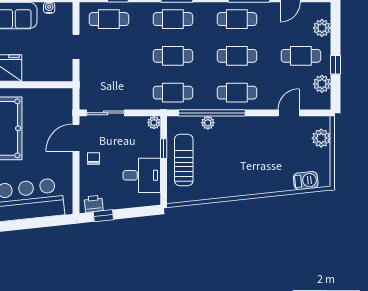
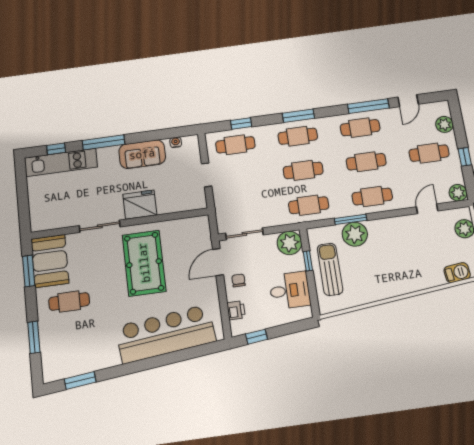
plant: (322, 84) -> (458, 193), moved
window: (212, 113) -> (351, 219), width x0.47
plant: (154, 123) -> (289, 243), width x1.87, depth x1.87
plant: (208, 123) -> (355, 234), width x1.87, depth x1.87
printer: (94, 204) -> (236, 310), moved, turned 96

